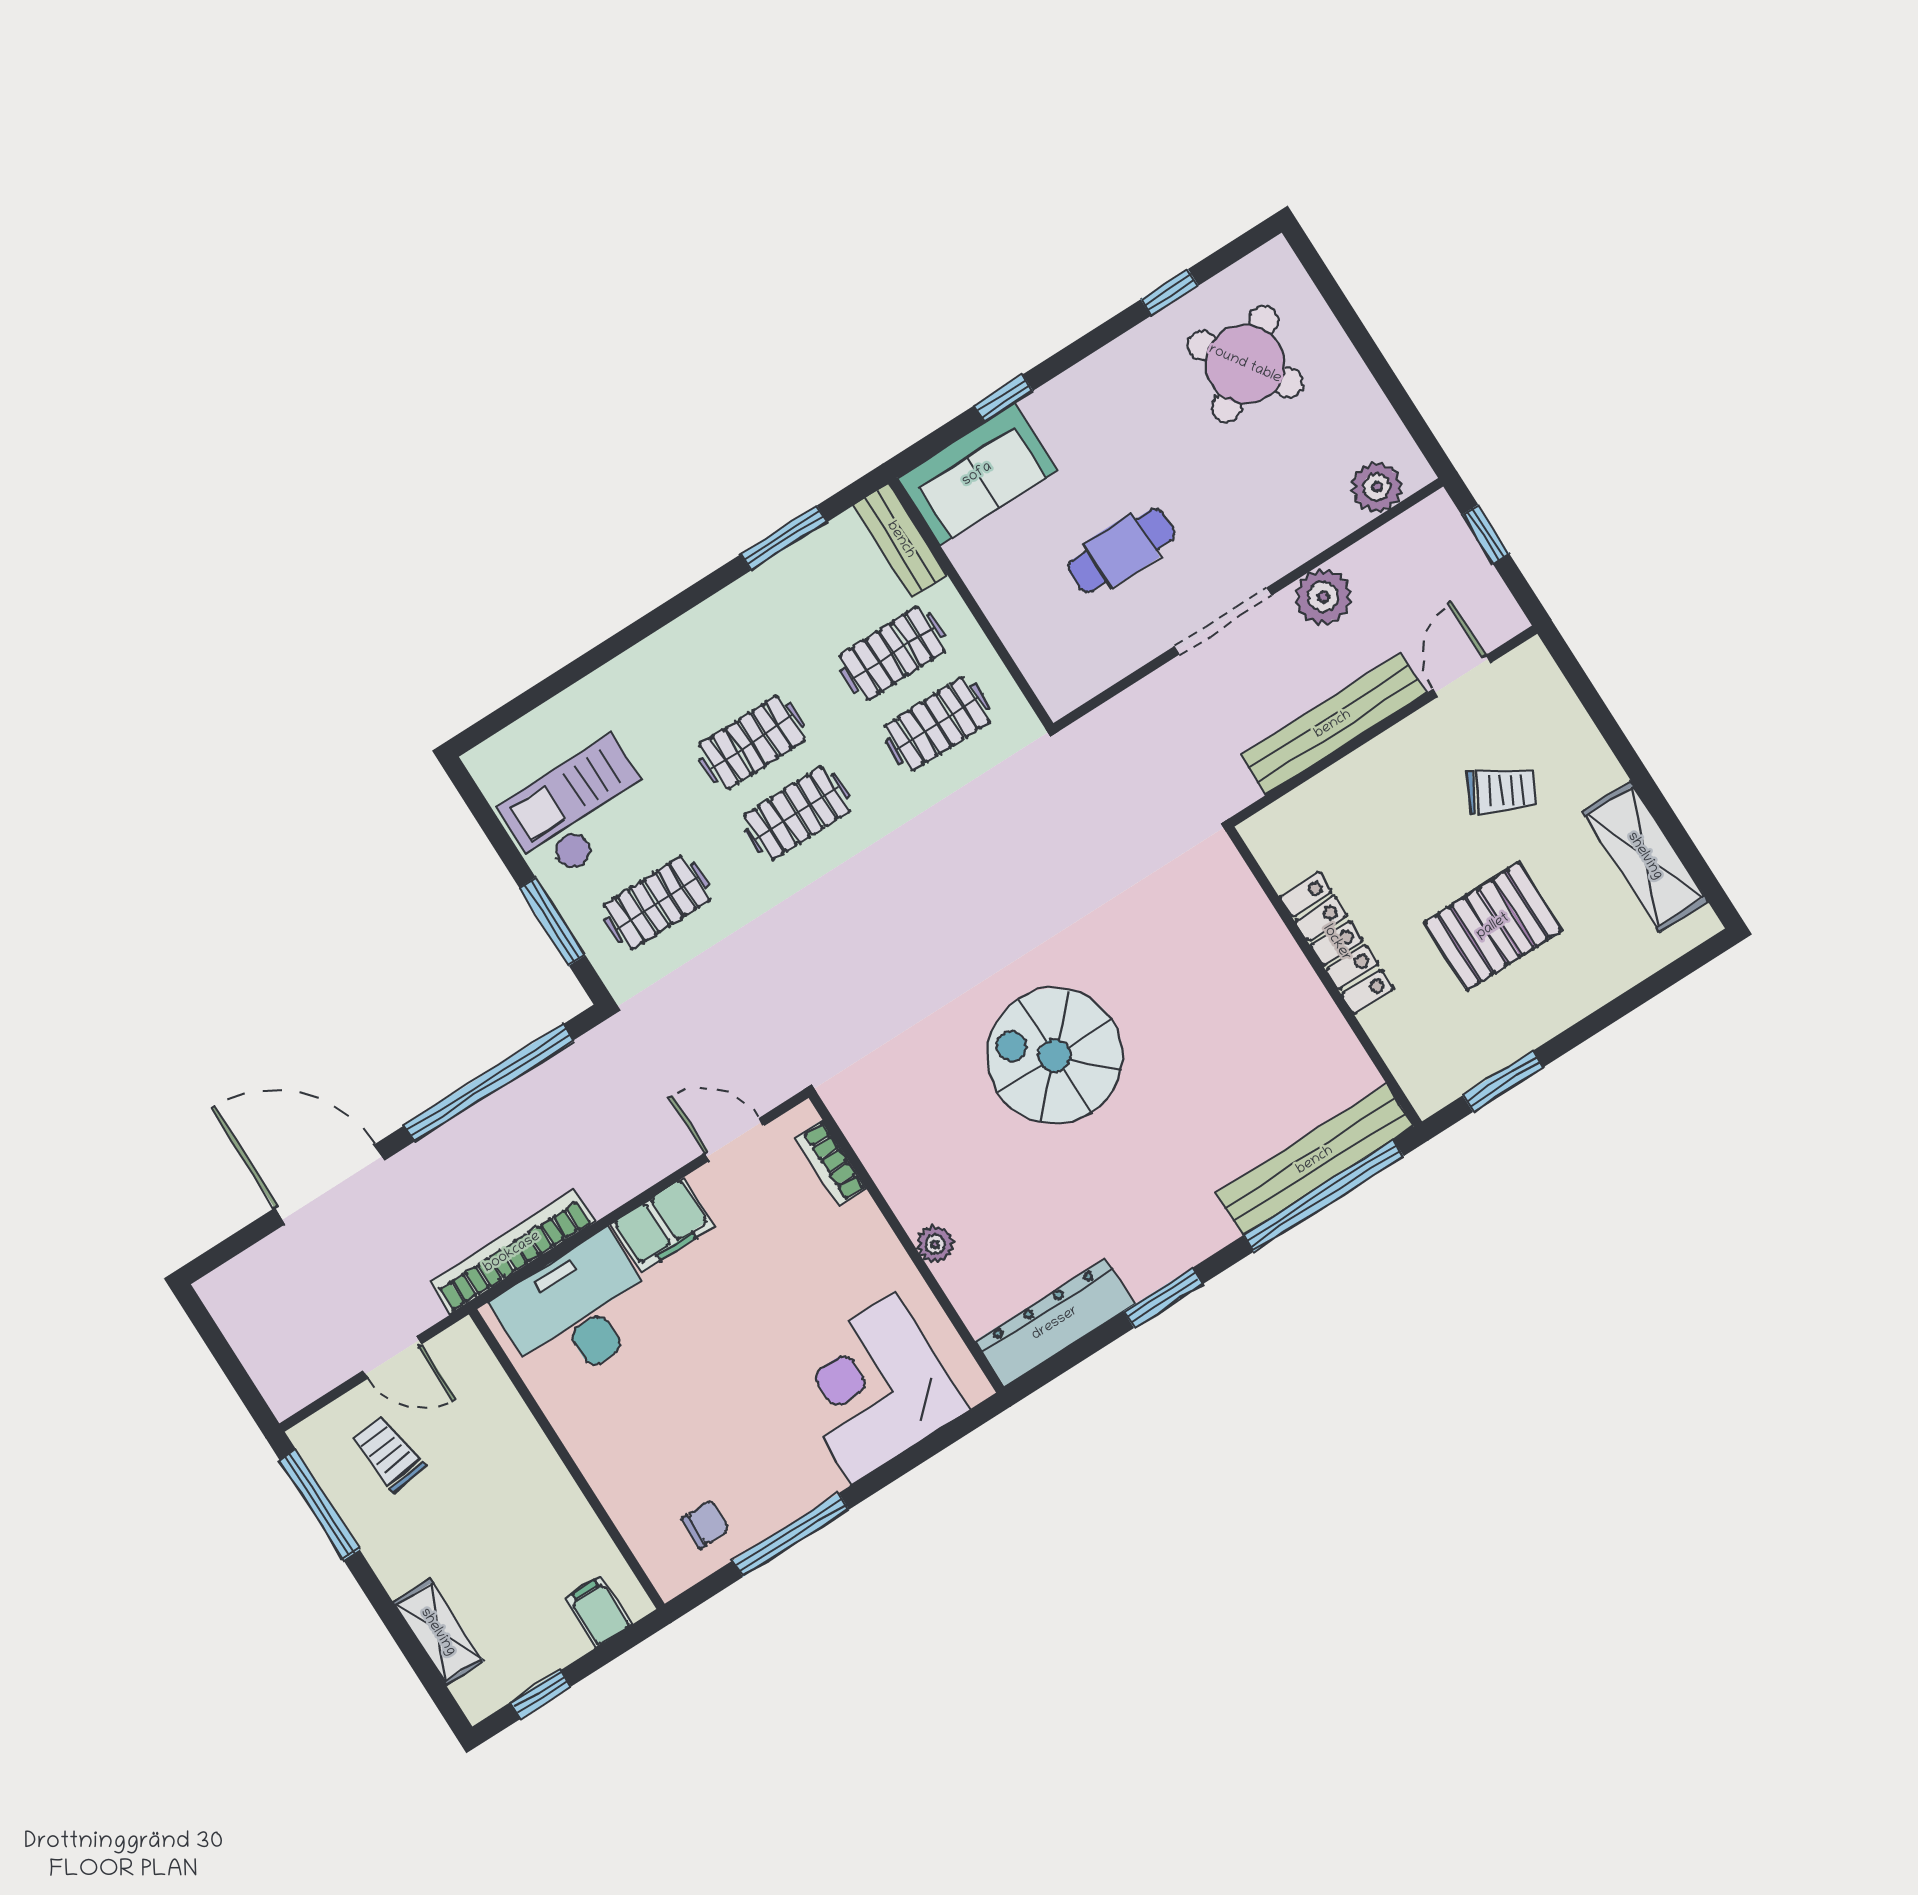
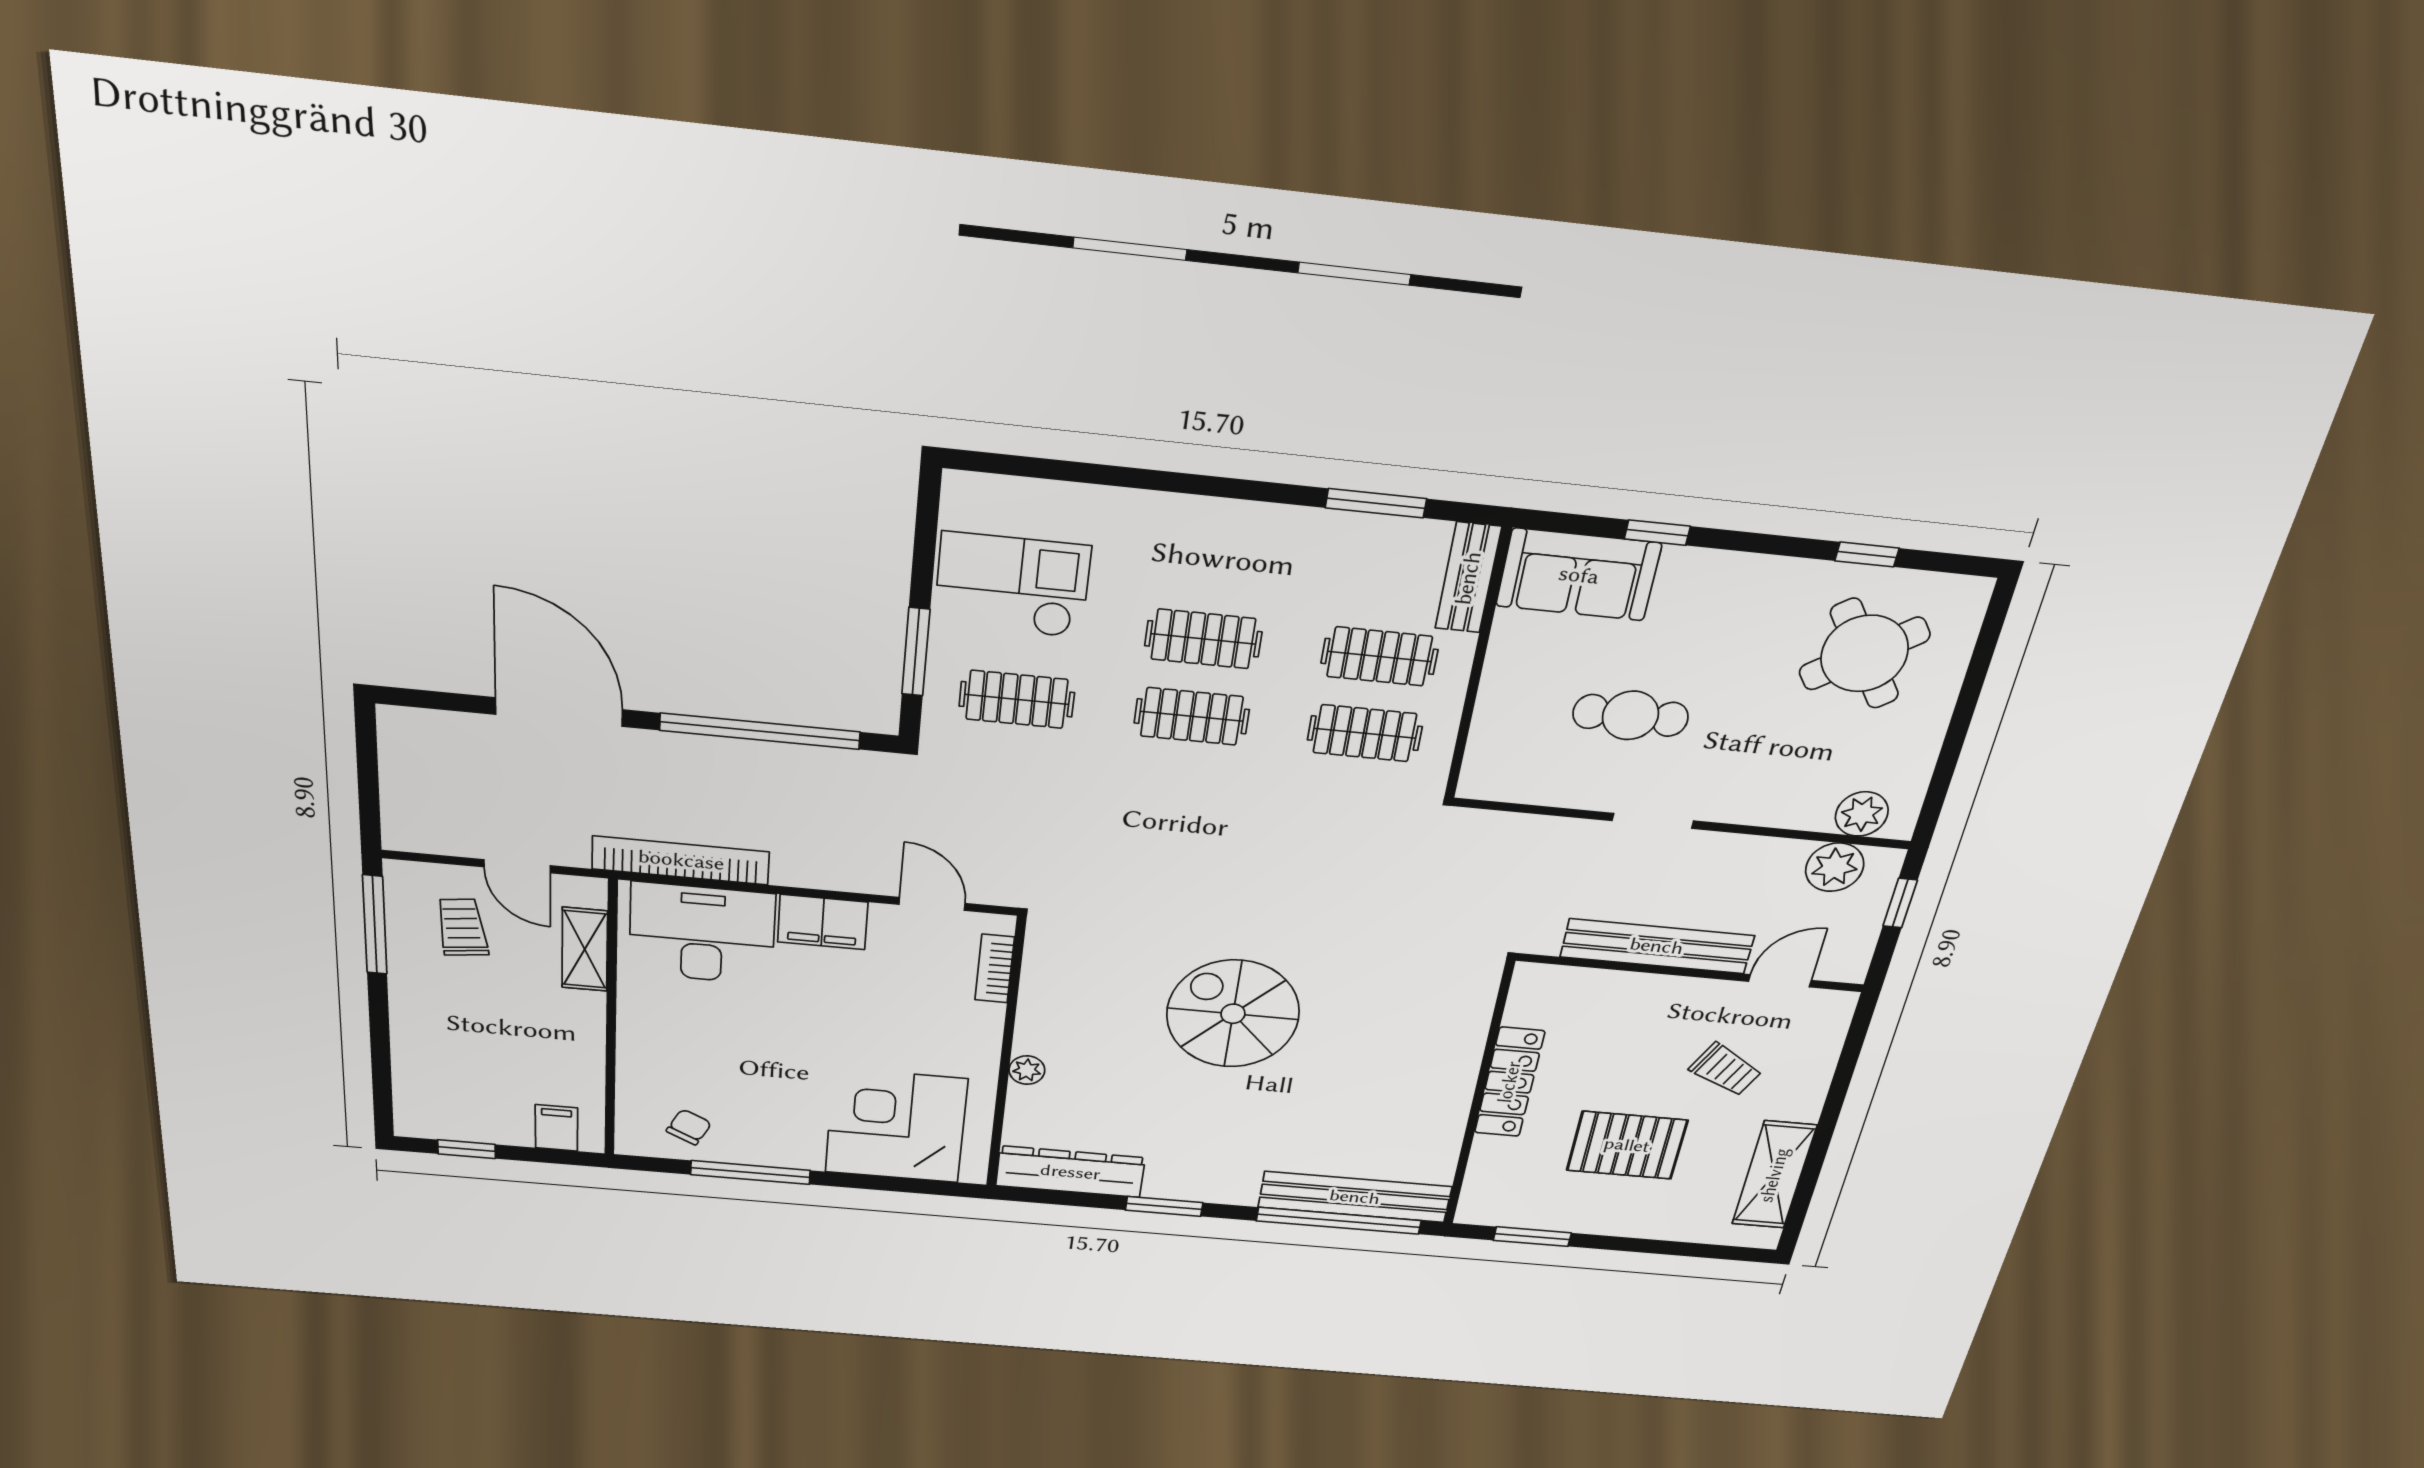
plant: (1323, 597) -> (1835, 867), moved
doorway: (1223, 621) -> (1653, 821), width x0.73
chair: (706, 1524) -> (689, 1127), turned -63
shelving: (438, 1632) -> (585, 949), moved

